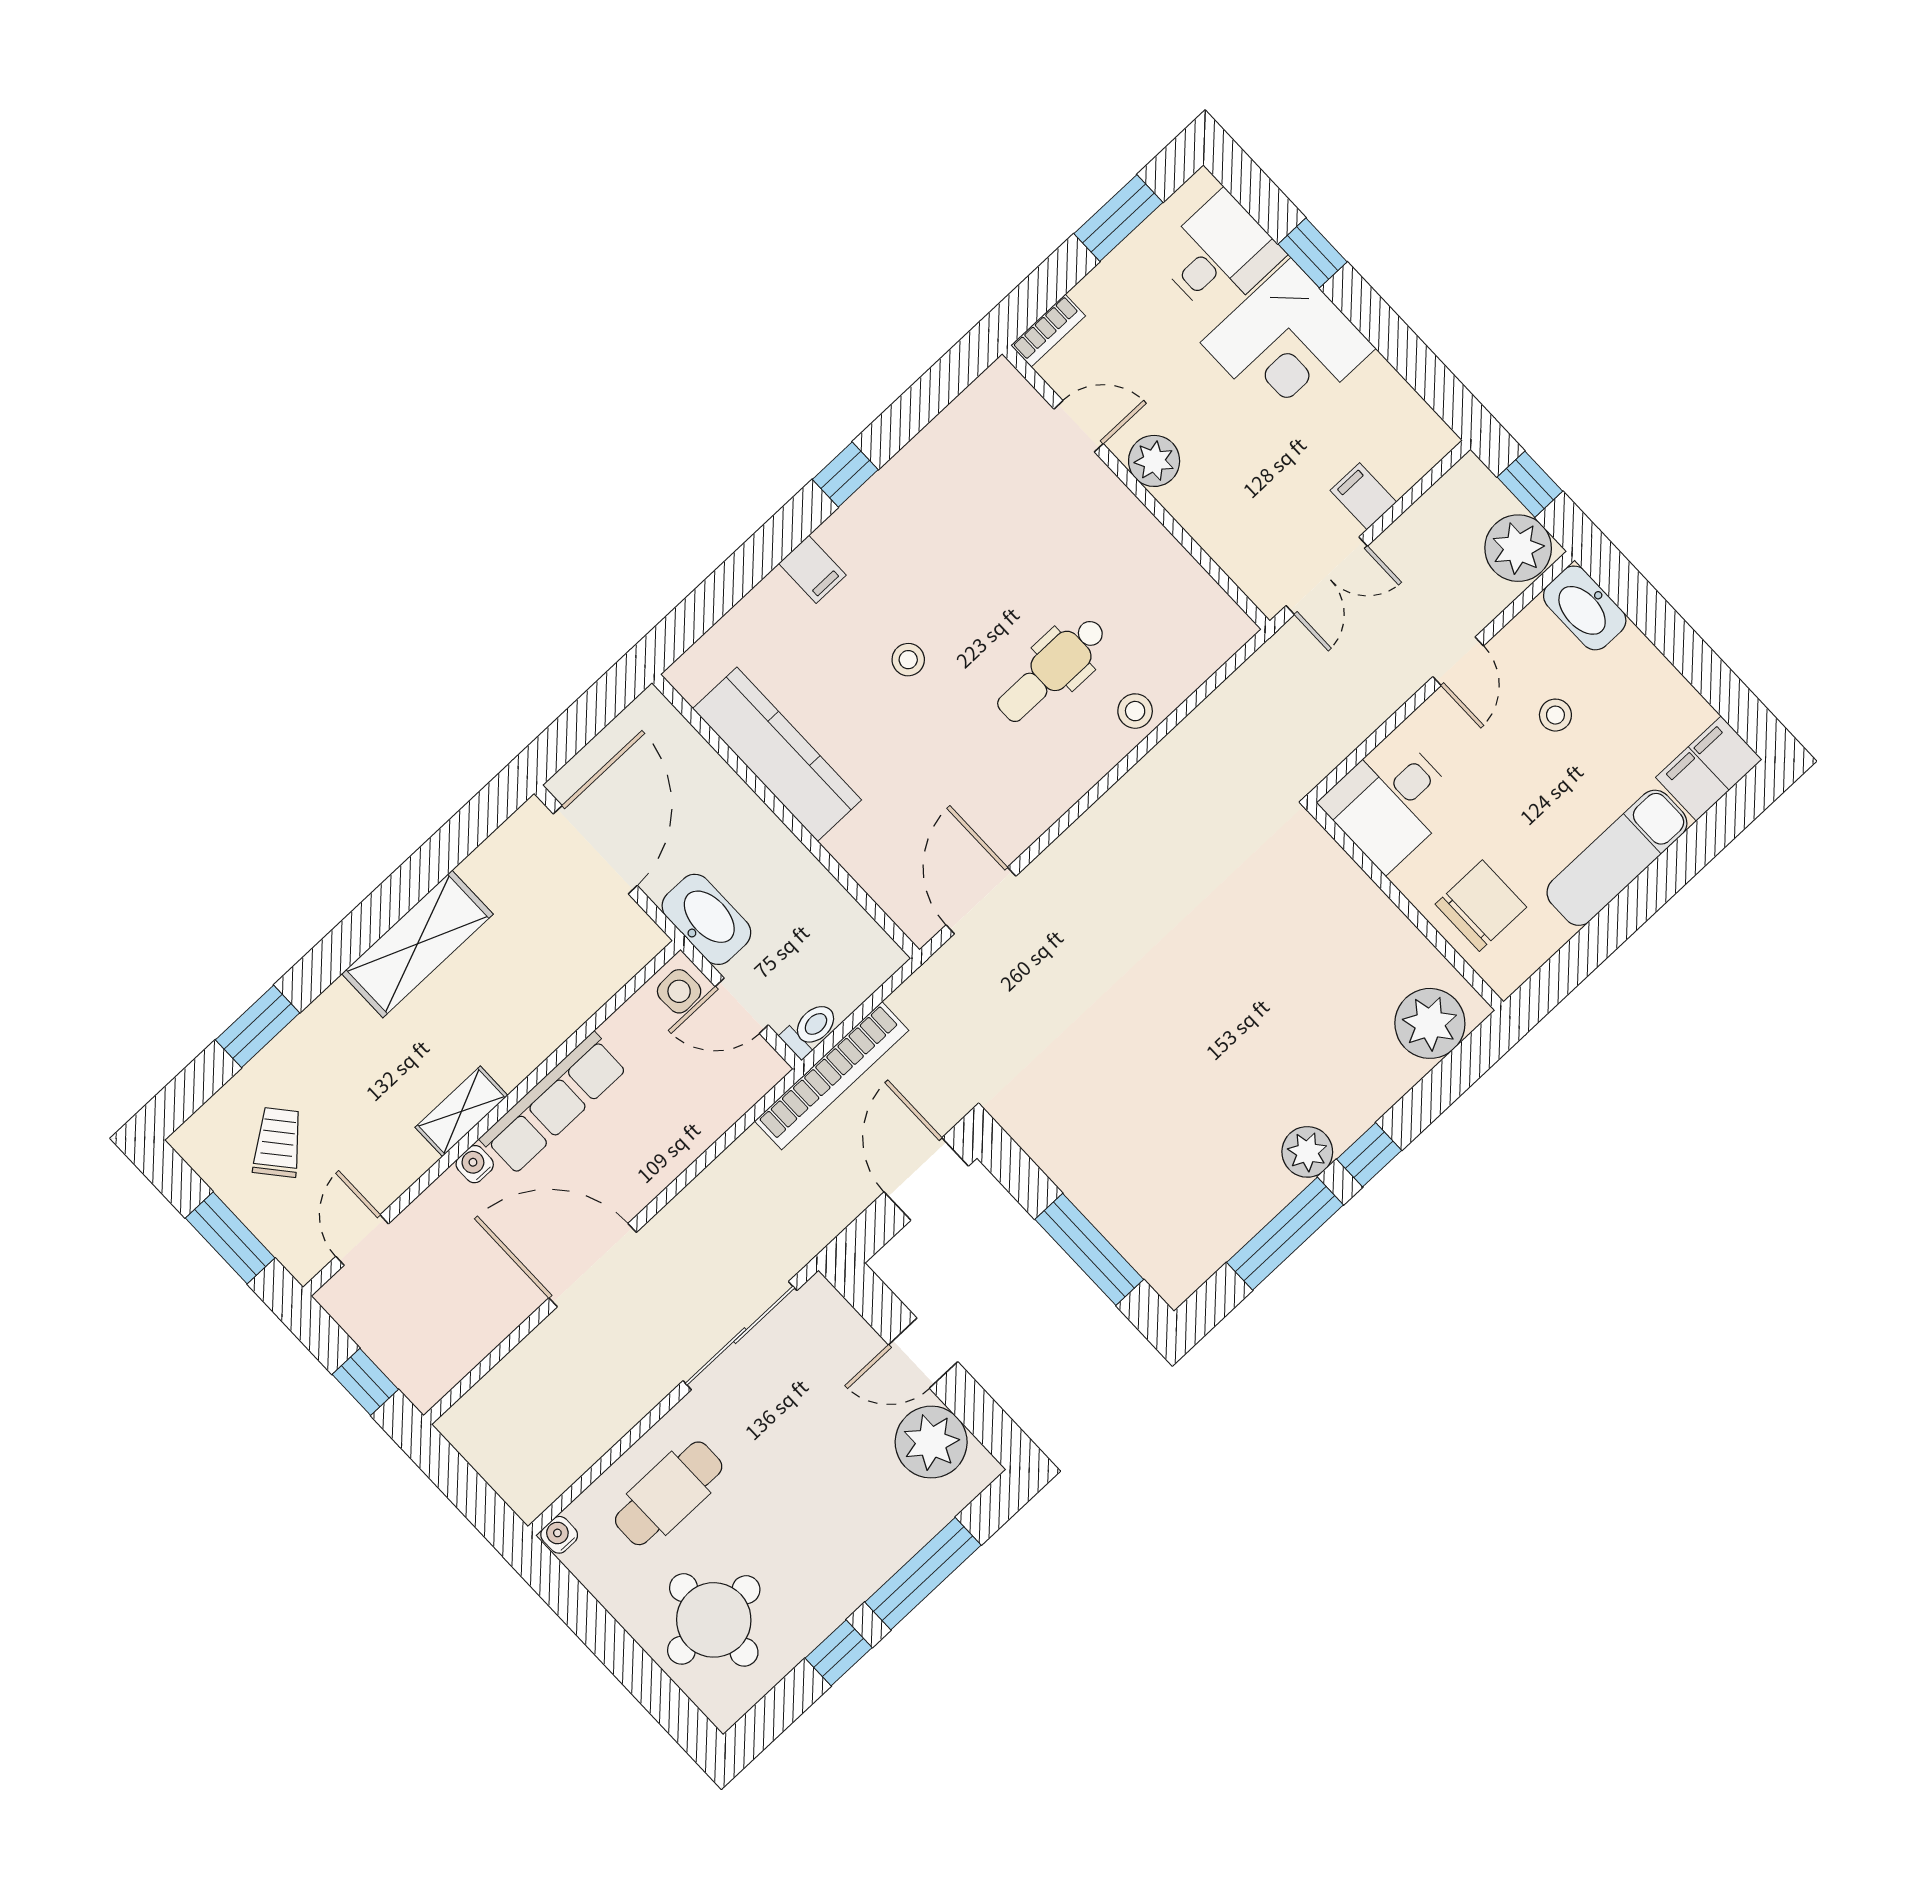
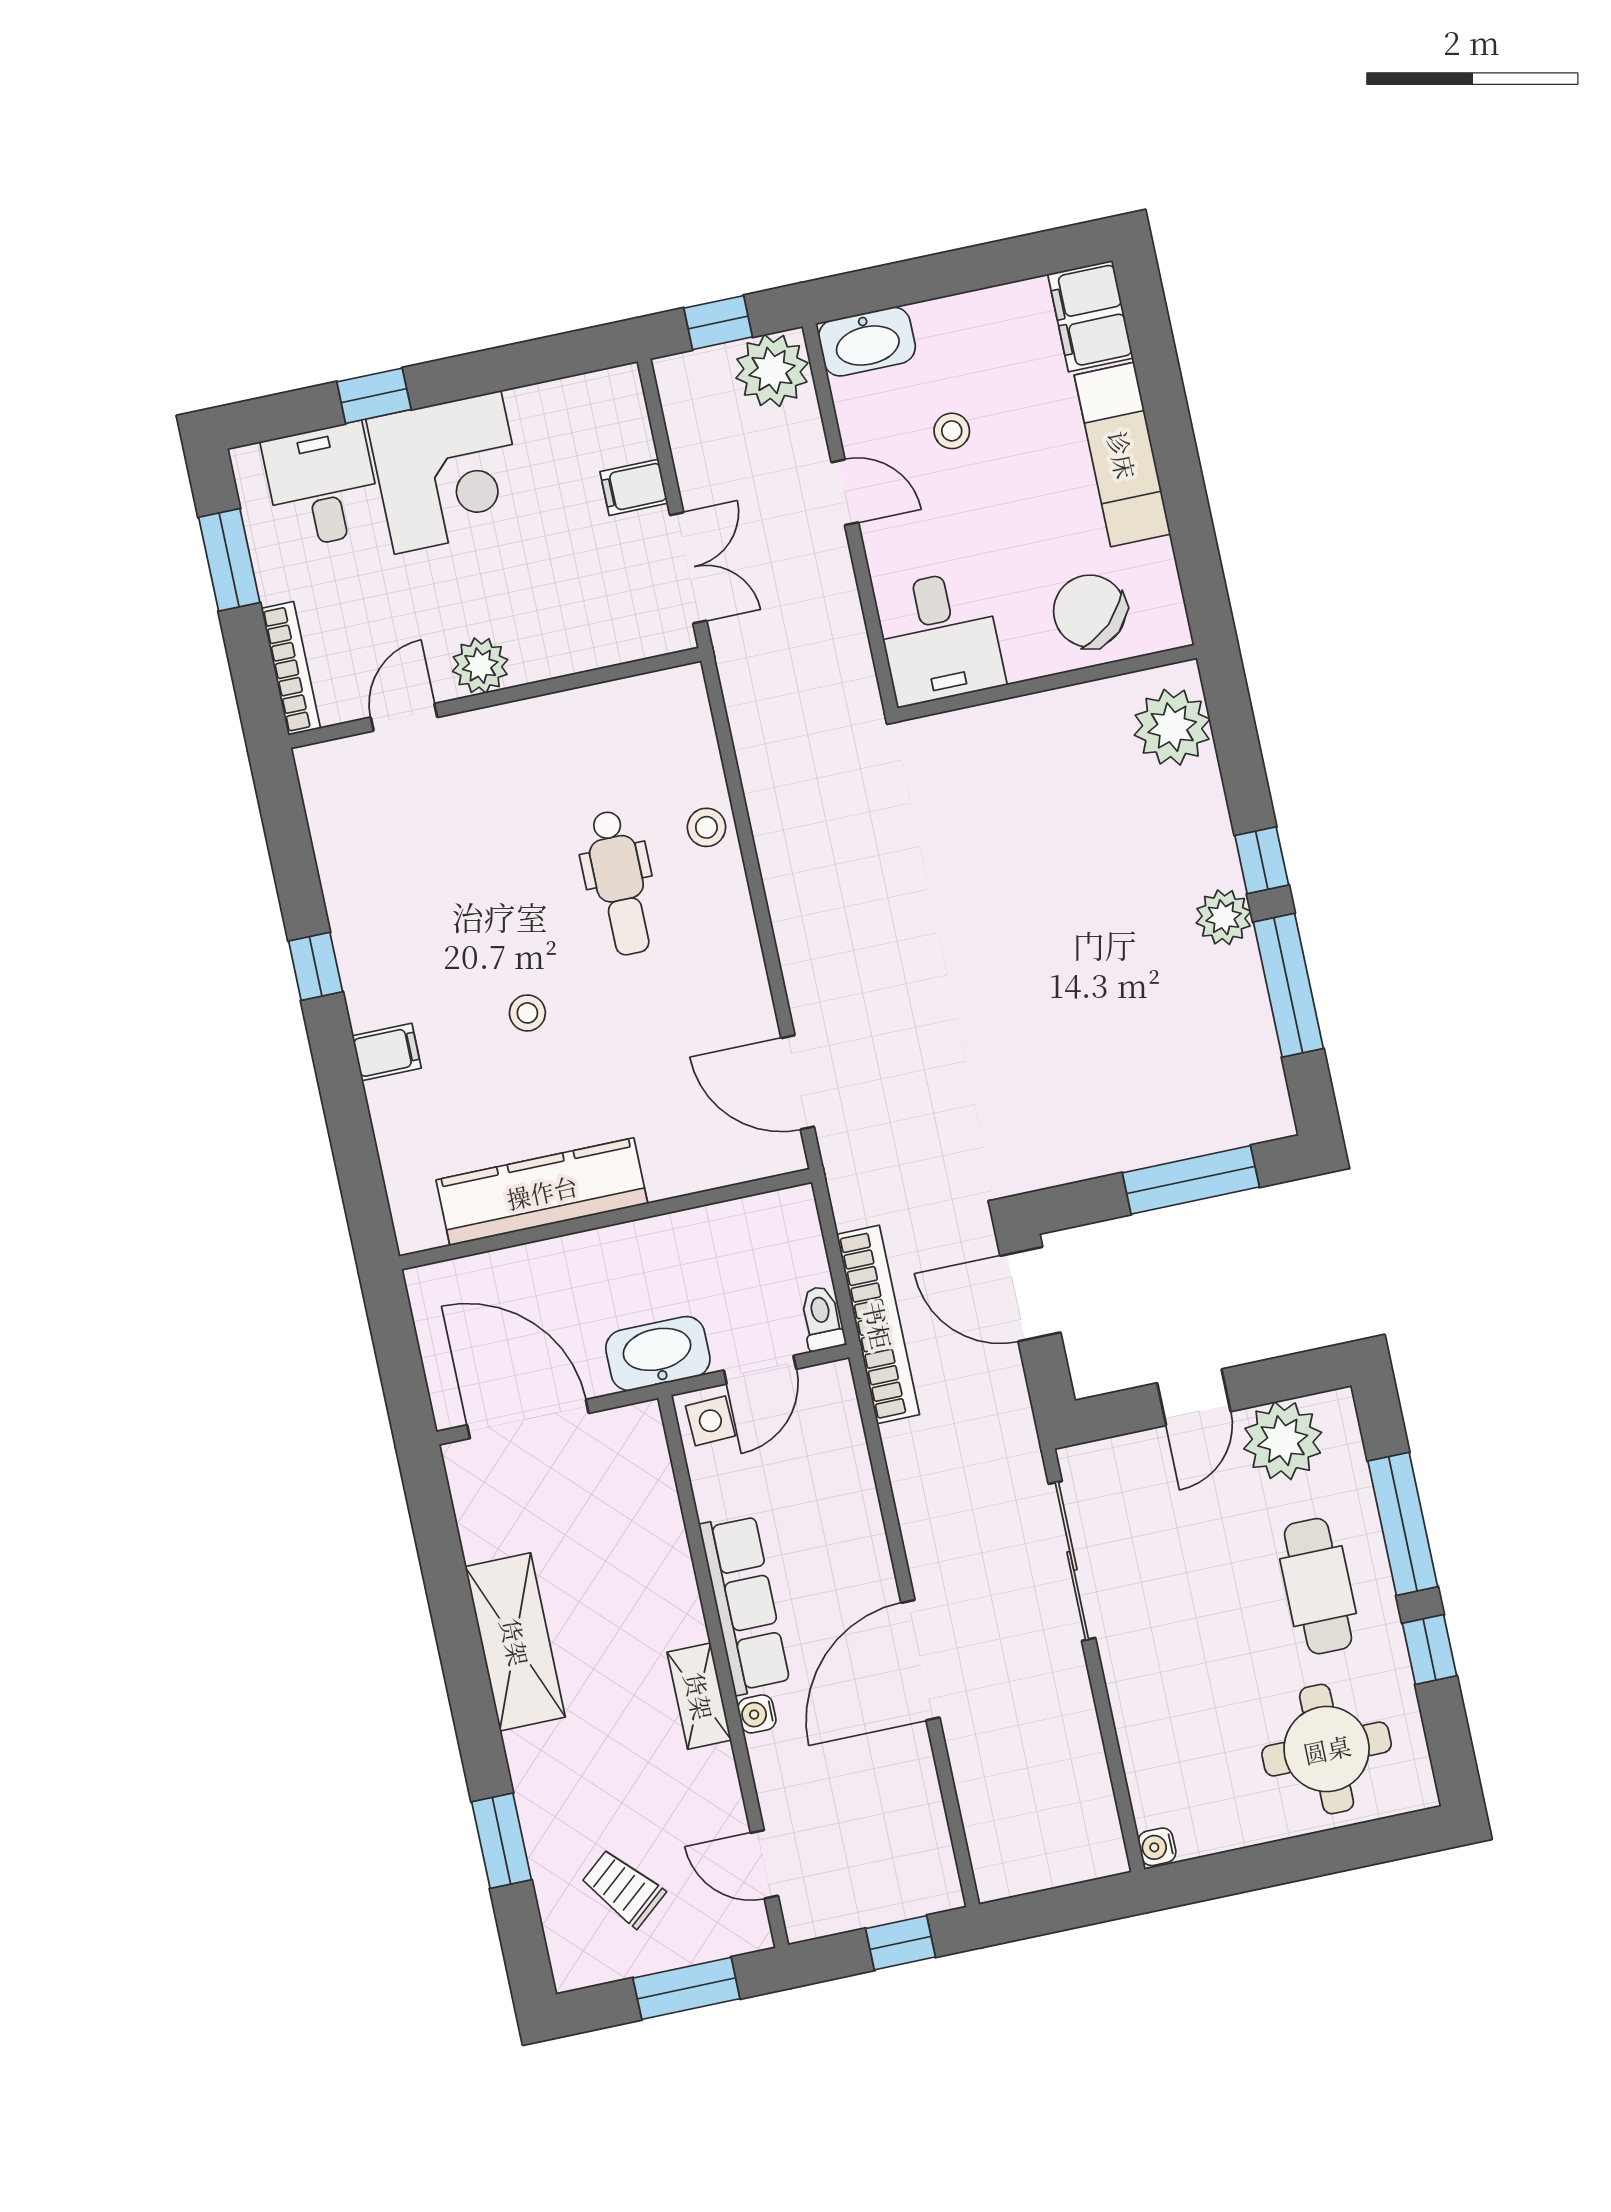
bookcase: (1048, 331) -> (291, 668), width x1.56
chair: (1481, 906) -> (1090, 611), turned -43
cafe table: (669, 1493) -> (1318, 1586), moved

